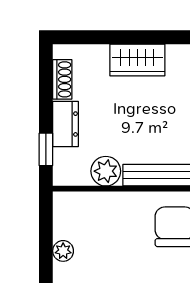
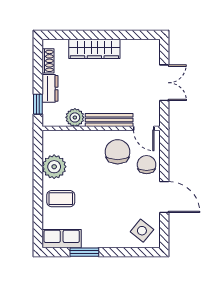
wardrobe: (137, 60) -> (94, 49), width x1.50
plant: (63, 251) -> (54, 167), width x1.88, depth x1.88

